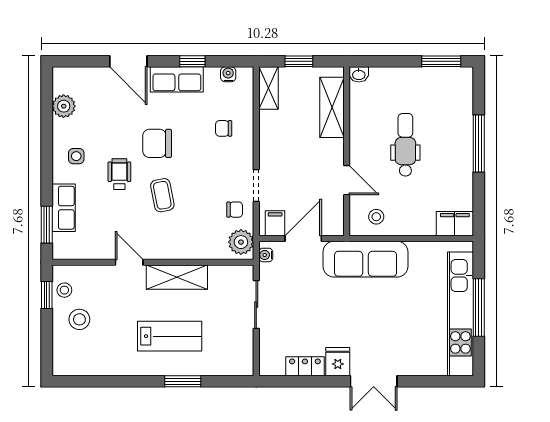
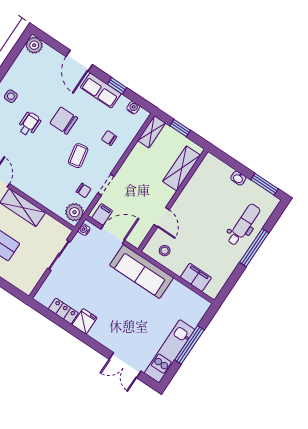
washbasin: (359, 74) -> (238, 178), moved
plant: (64, 106) -> (34, 45), moved
dental chair: (405, 145) -> (244, 225), moved
coffee table: (162, 195) -> (78, 156), moved
filing cabinet: (455, 224) -> (196, 277), moved
kitchen unit: (460, 314) -> (170, 351), width x0.73
double door: (374, 381) -> (125, 365), moved

